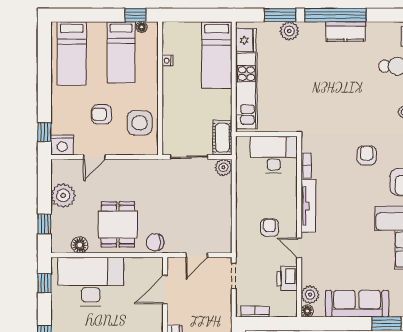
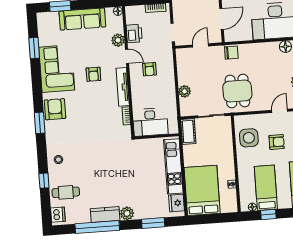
window: (135, 15) -> (268, 214), moved
window: (335, 15) -> (97, 227), moved
plant: (289, 31) -> (127, 213), moved
bed: (217, 55) -> (202, 190), width x1.50
armchair: (367, 155) -> (93, 74), moved
plant: (223, 167) -> (185, 91), moved
dining table: (118, 224) -> (237, 91), moved
plant: (310, 295) -> (118, 40), moved

